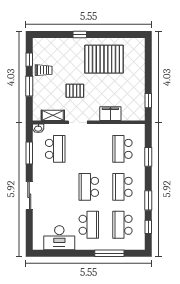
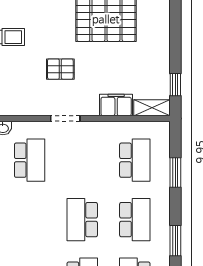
shelving: (53, 115) -> (152, 108), moved
school desk: (122, 149) -> (135, 160), turned 180
school desk: (122, 187) -> (135, 220), turned 180

